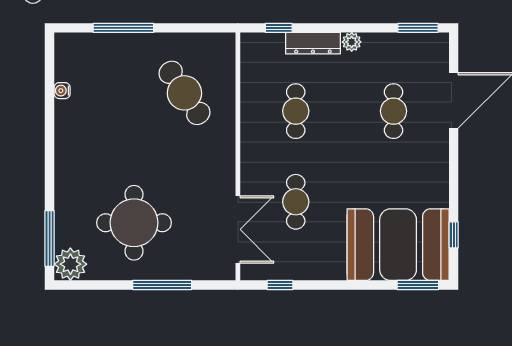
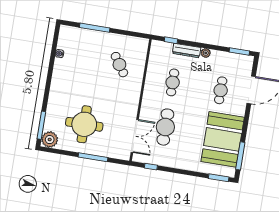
cafe table: (184, 93) -> (119, 65), width x0.73, depth x0.74
cafe table: (296, 202) -> (165, 127), width x1.37, depth x1.35
window: (454, 235) -> (240, 156), width x2.17
booth: (398, 245) -> (223, 139), moved, turned 90

